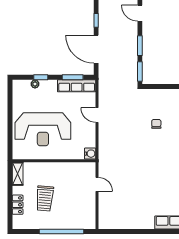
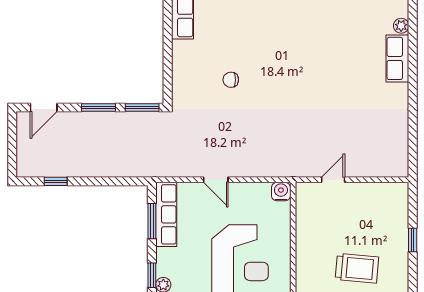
door: (96, 49) -> (104, 181), removed
door: (97, 115) -> (216, 180), hinge flipped
window: (62, 231) -> (413, 240), width x0.32

